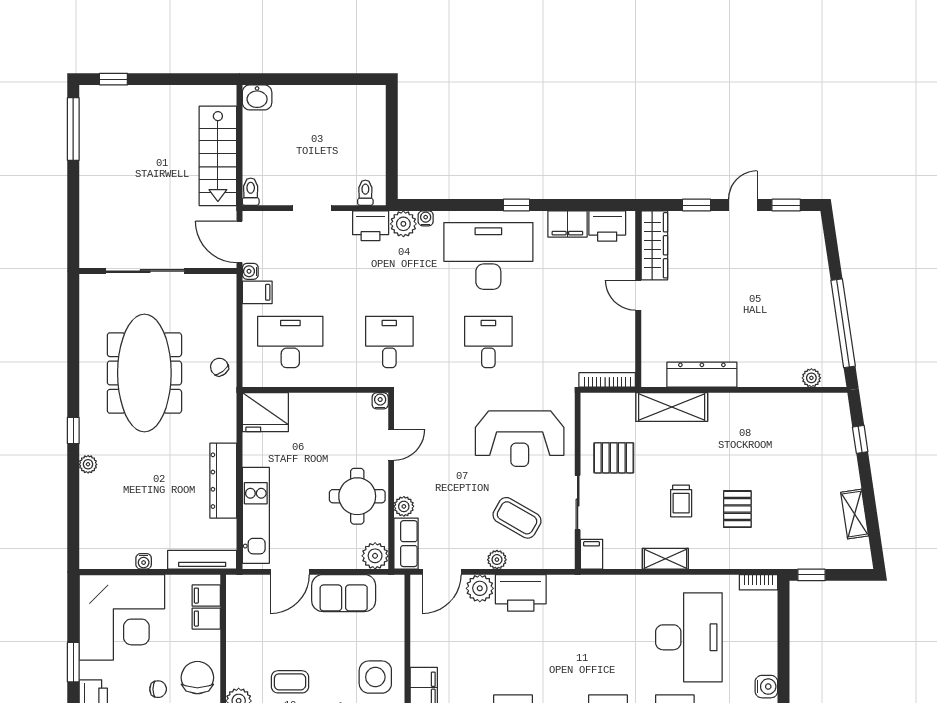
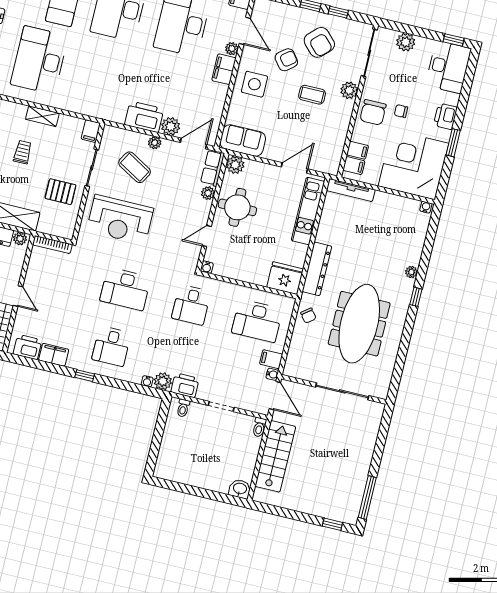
desk: (488, 256) -> (111, 346), width x0.53, depth x0.77
desk: (488, 342) -> (125, 289), width x1.37
plant: (655, 377) -> (20, 239), added
reception desk: (520, 439) -> (120, 220), turned 180
dresser: (223, 481) -> (317, 269), moved
water cooler: (144, 561) -> (426, 207), moved
sofa: (344, 593) -> (243, 140), moved

